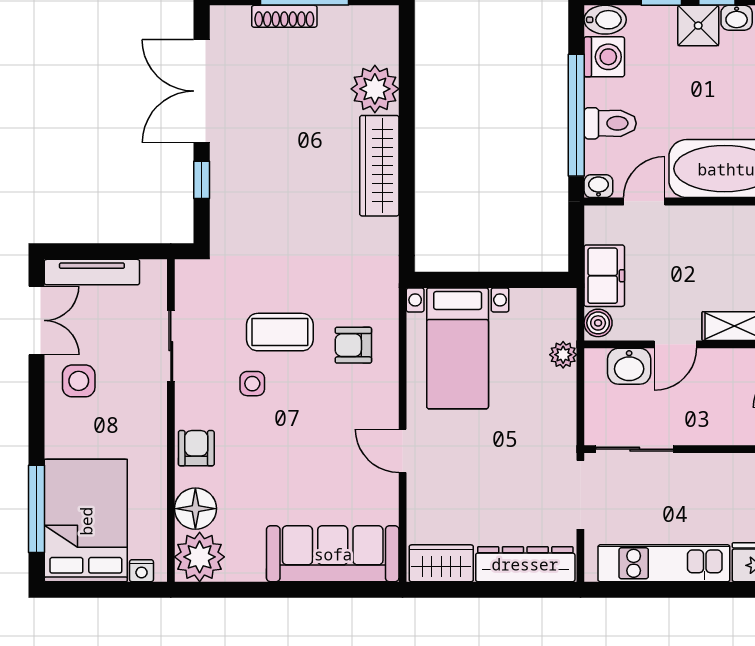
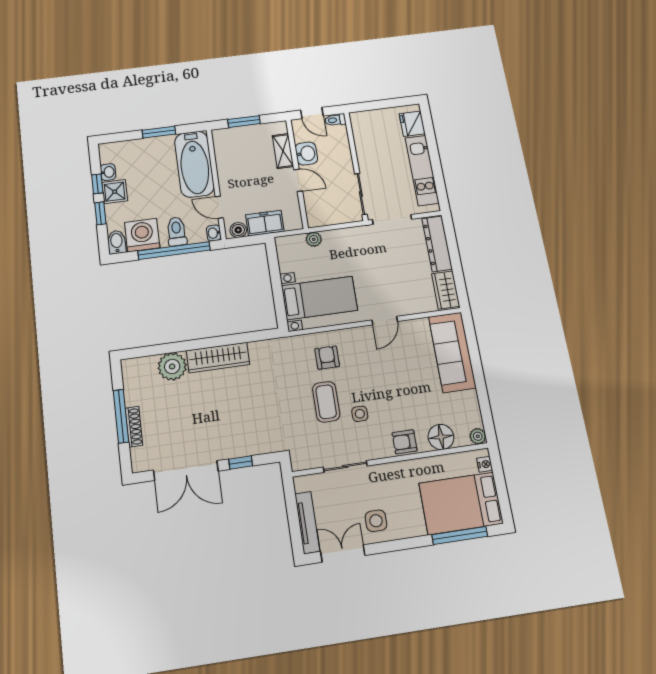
washing machine: (604, 57) -> (142, 235), width x1.37, depth x1.37
boiler: (598, 323) -> (238, 230), moved
armchair: (353, 345) -> (327, 358), turned 180
washbasin: (629, 366) -> (306, 153), moved
plant: (200, 557) -> (478, 436), width x0.53, depth x0.53

